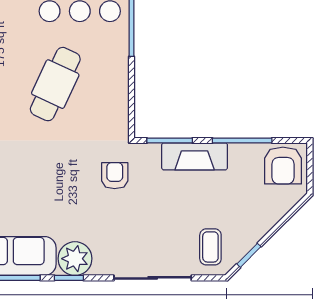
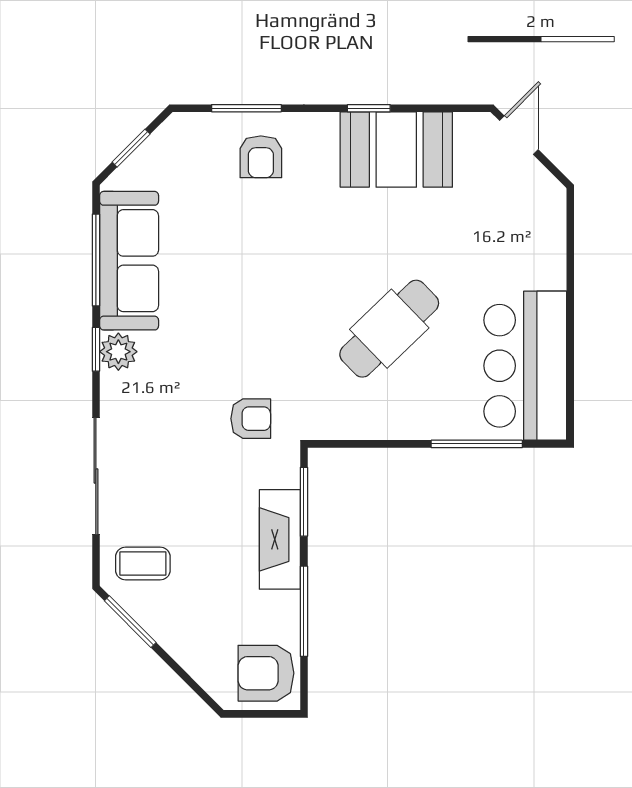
cafe table: (55, 84) -> (389, 329), turned -69
window: (249, 255) -> (130, 622), width x1.50
plant: (75, 259) -> (118, 352), width x0.73, depth x0.73

